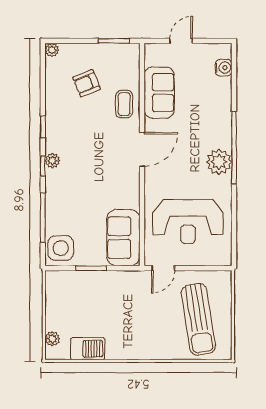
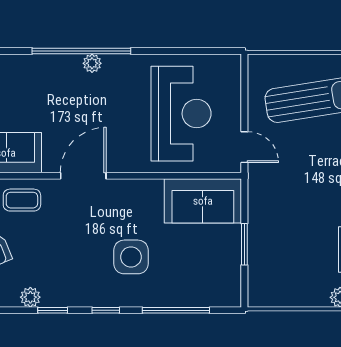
door: (142, 149) -> (83, 176), hinge flipped
plant: (52, 161) -> (30, 297), moved
plant: (219, 162) -> (92, 63), width x0.53, depth x0.53
side table: (61, 248) -> (131, 257), moved

